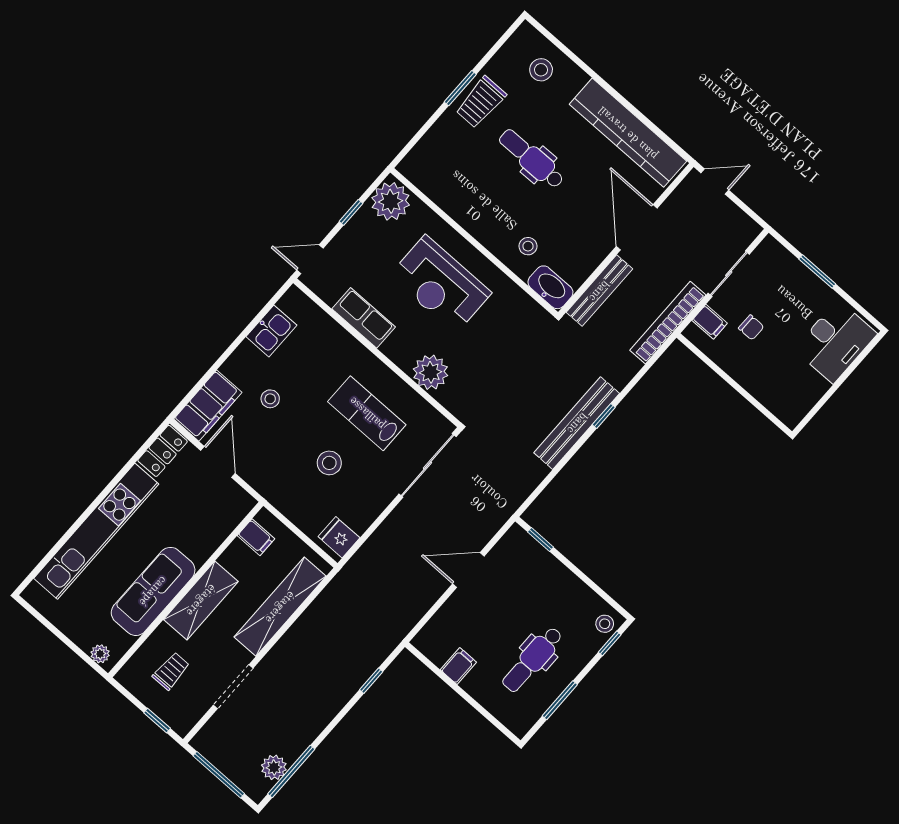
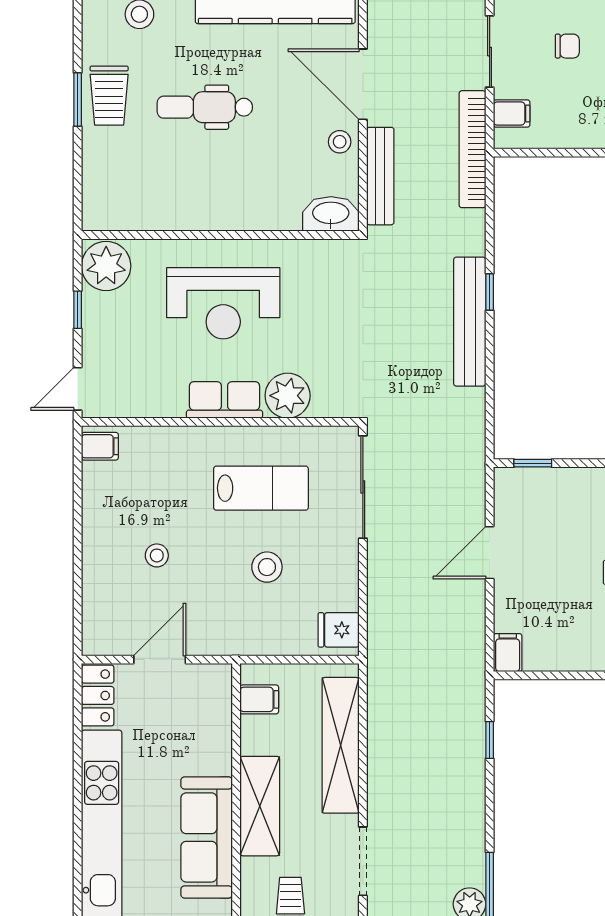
stool: (528, 246) -> (340, 142), moved
row of seats: (364, 318) -> (224, 400), moved
chair: (751, 327) -> (567, 46), moved
kitchen sink: (271, 331) -> (101, 490), removed
filing cabinet: (208, 406) -> (100, 446), moved, width x0.33, depth x0.86
lab bench: (367, 413) -> (261, 488), turned 180
door: (218, 462) -> (160, 660), hinge flipped
filing cabinet: (458, 666) -> (508, 653), moved

